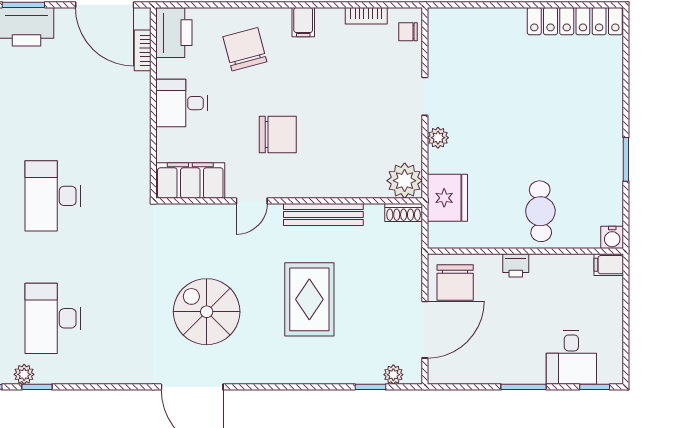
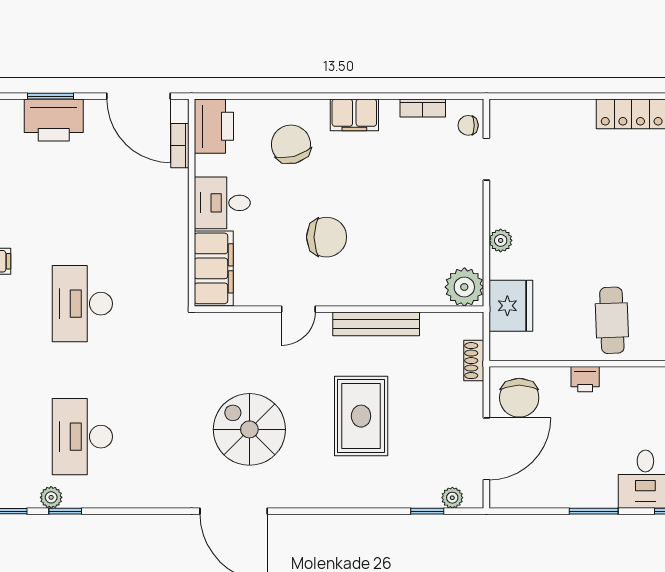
filing cabinet: (303, 22) -> (354, 115), width x2.00
doorway: (425, 96) -> (486, 159), moved
filing cabinet: (190, 181) -> (214, 268), moved, turned 90
shoe rack: (404, 213) -> (474, 361), moved, turned 90

